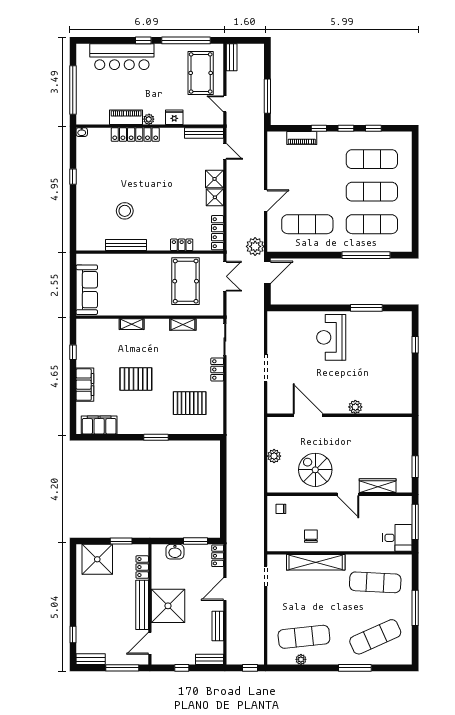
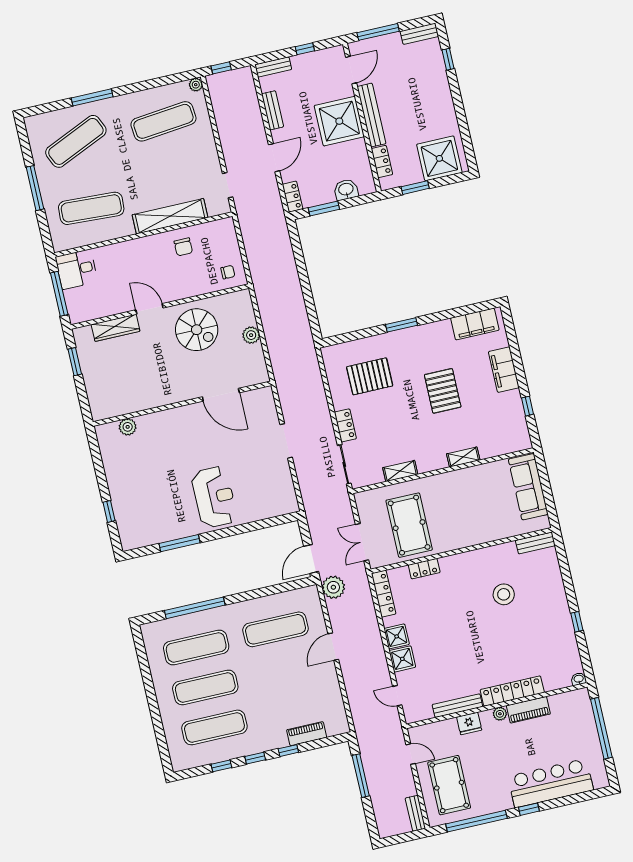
bench: (204, 133) -> (457, 706), moved
bench: (126, 245) -> (535, 543), moved, width x0.73
pallet: (136, 379) -> (443, 391), turned 90
plant: (355, 407) -> (128, 427), moved
plant: (301, 659) -> (196, 85), moved

